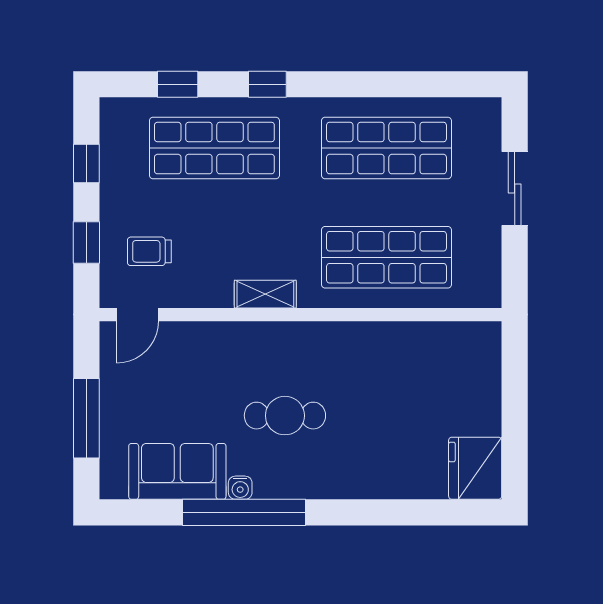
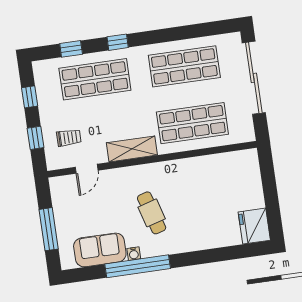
sliding door: (515, 189) -> (254, 78), width x1.86
trolley: (149, 251) -> (69, 138), turned 180
shelving: (265, 294) -> (132, 149), width x1.50, depth x1.33
door: (137, 315) -> (87, 169), moved
cafe table: (285, 416) -> (152, 213), turned 74

